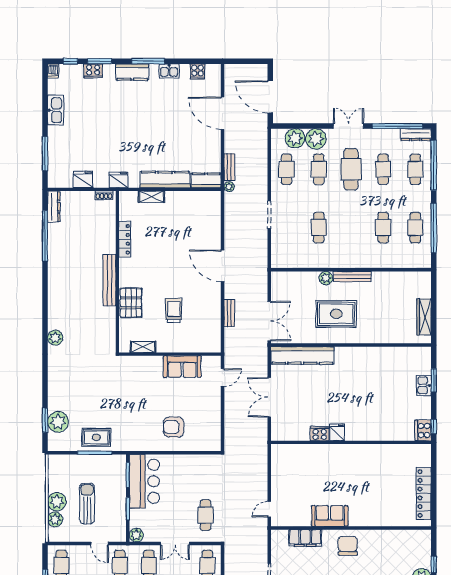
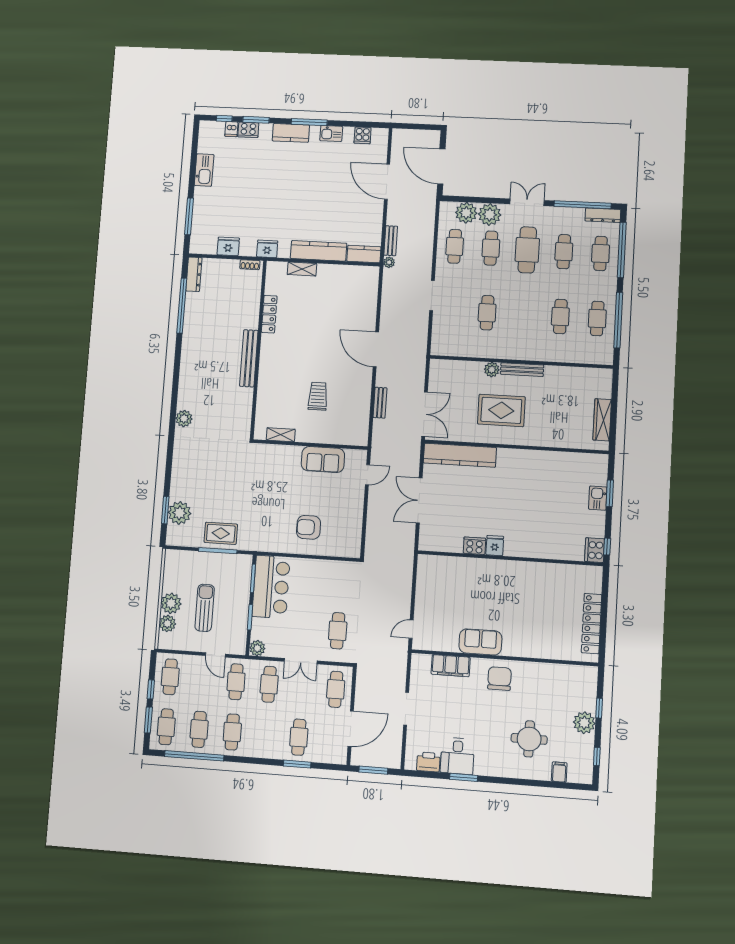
dishwasher: (53, 71) -> (231, 129), moved
pallet: (131, 303) -> (271, 385), removed

